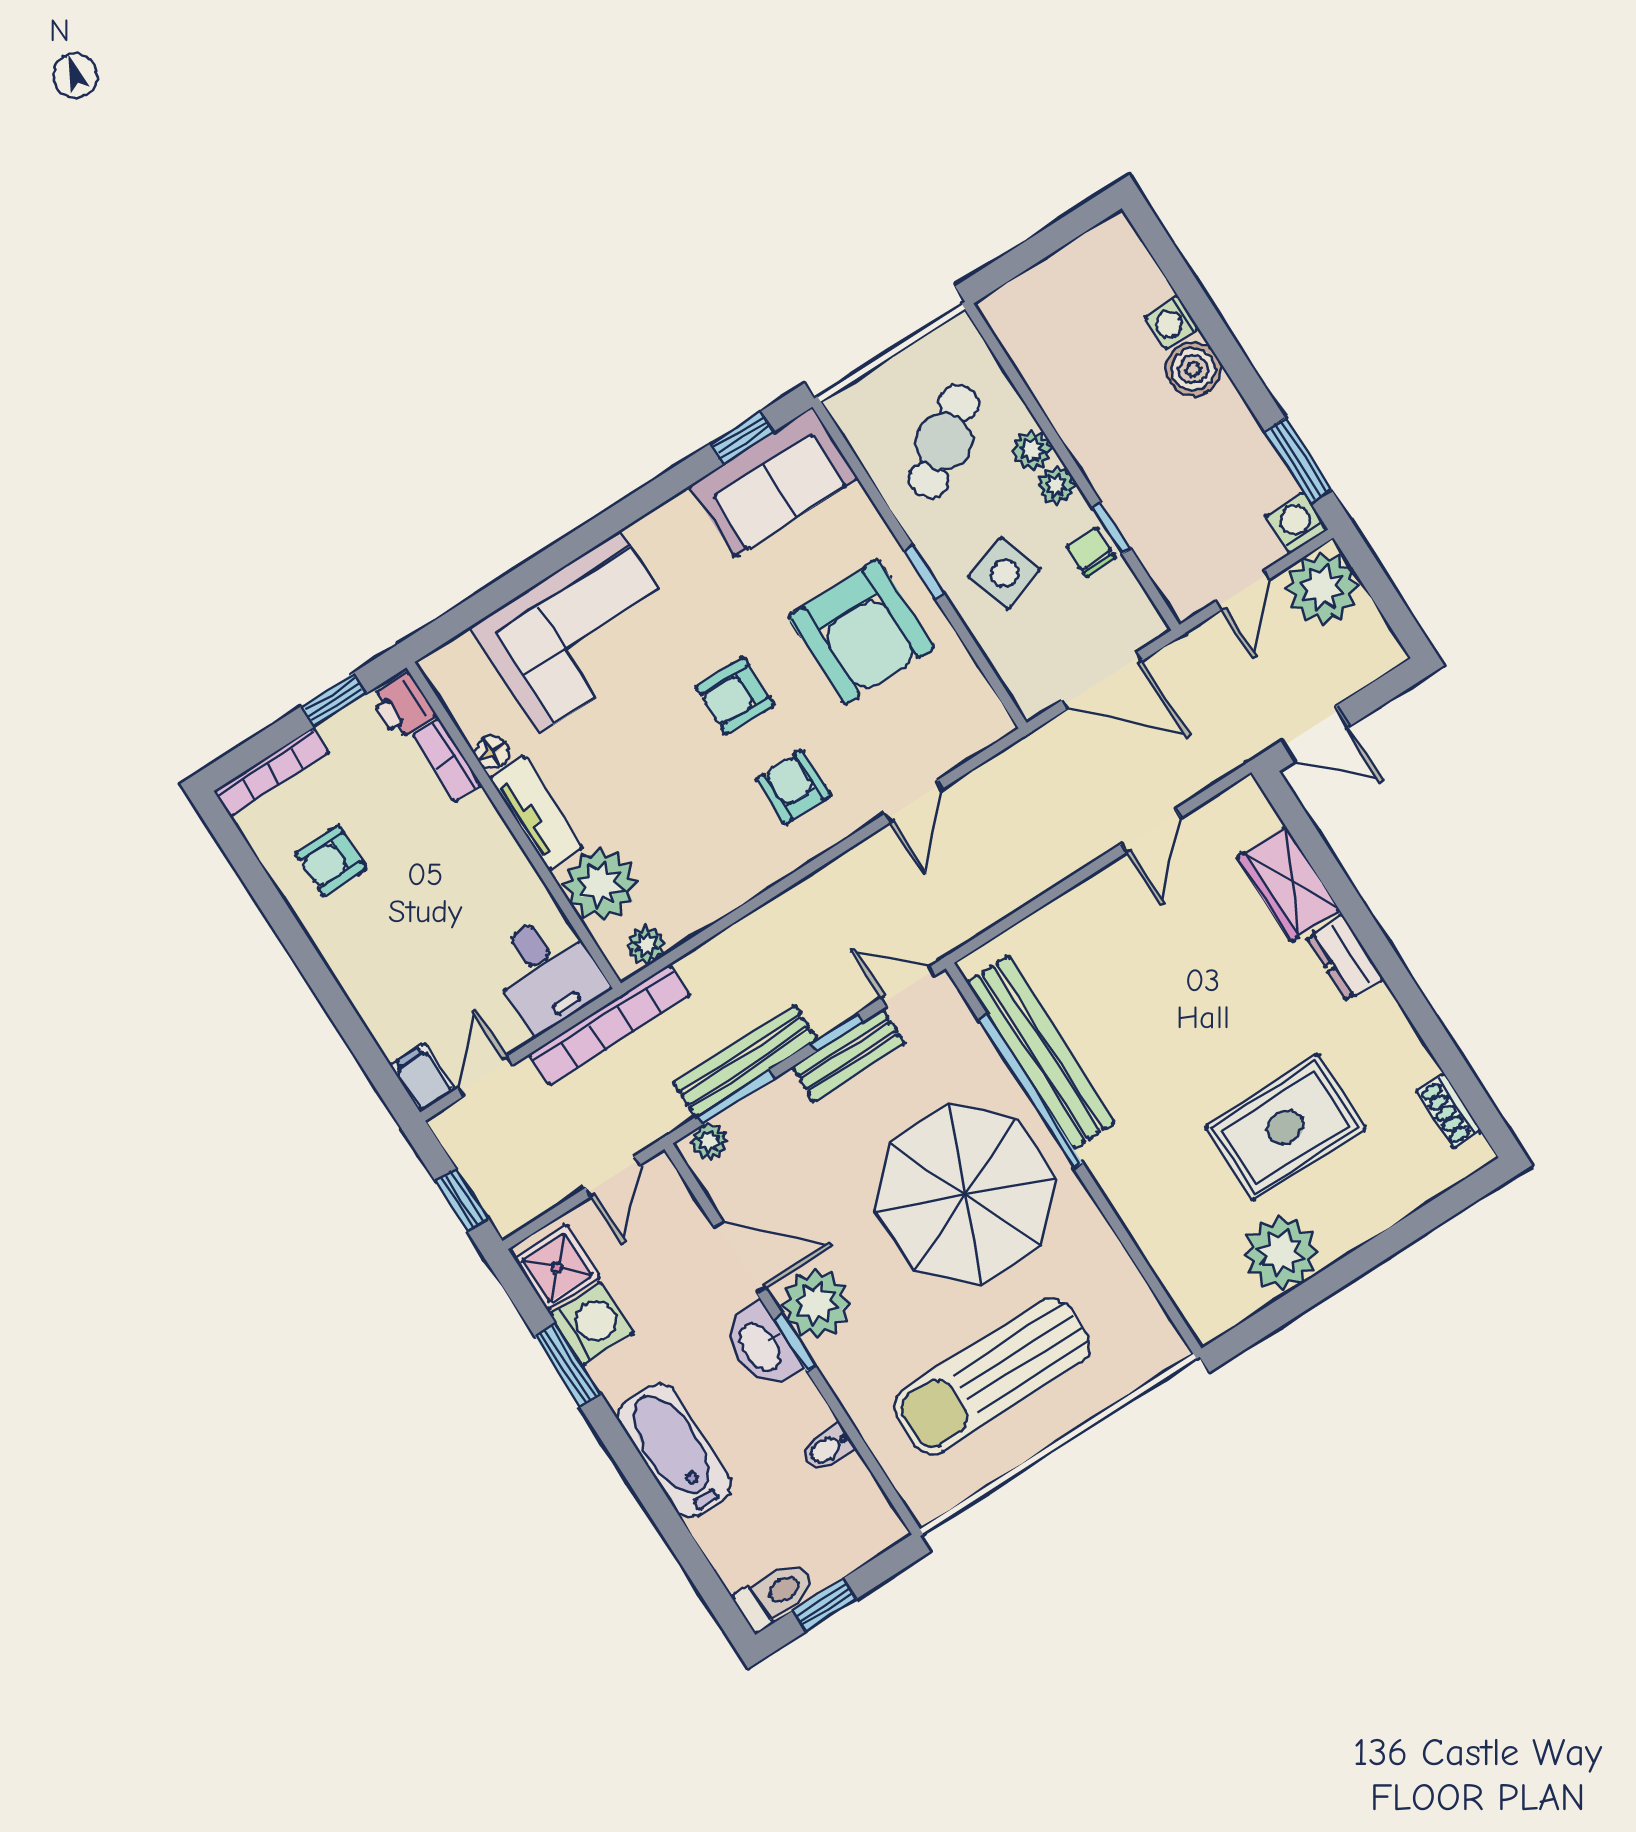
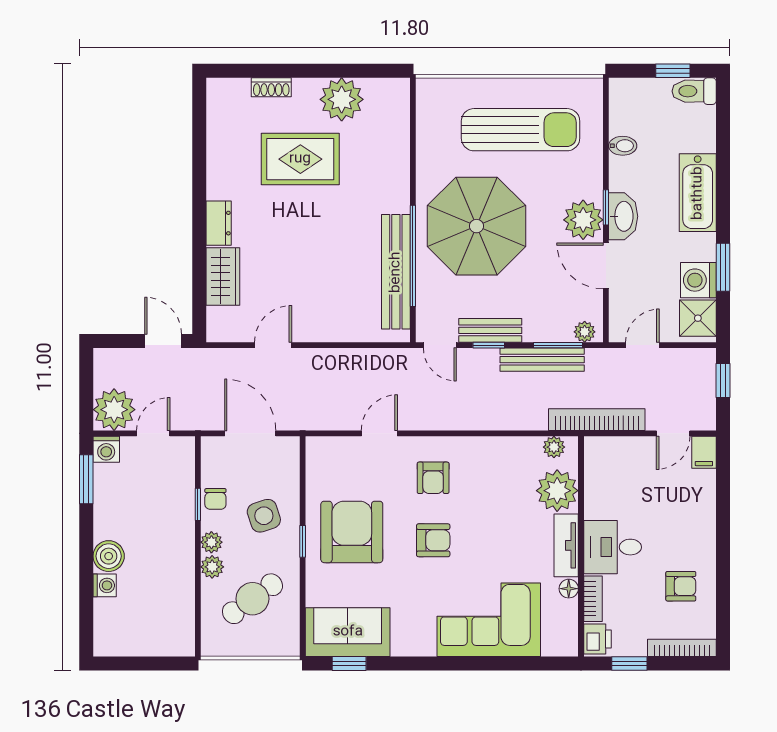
desk: (547, 972) -> (613, 547), moved, turned -90
shoe rack: (1449, 1111) -> (271, 87), moved, turned 90

